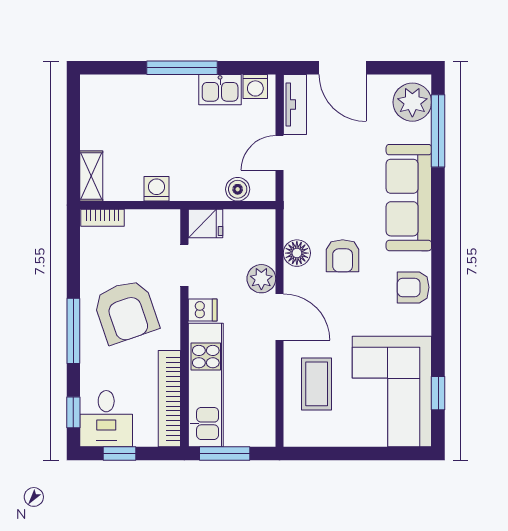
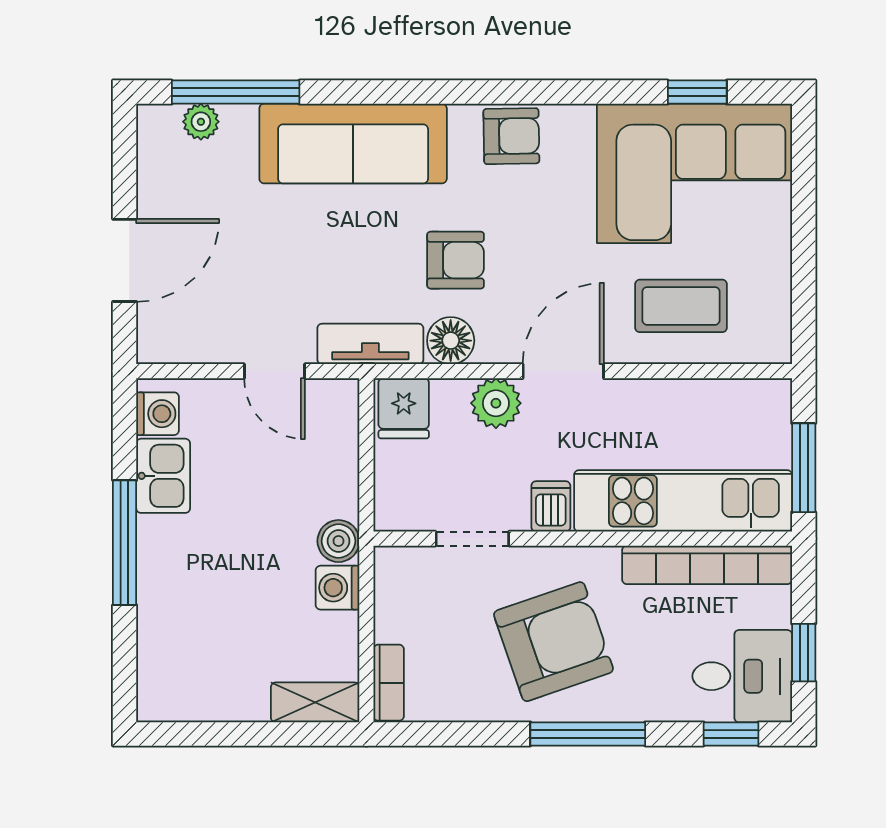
plant: (412, 102) -> (201, 122), width x0.53, depth x0.53
tv unit: (295, 104) -> (370, 344), moved
boiler: (238, 189) -> (338, 541), moved
fridge: (205, 224) -> (404, 408), moved, turned 180
armchair: (413, 287) -> (511, 136), turned -91

